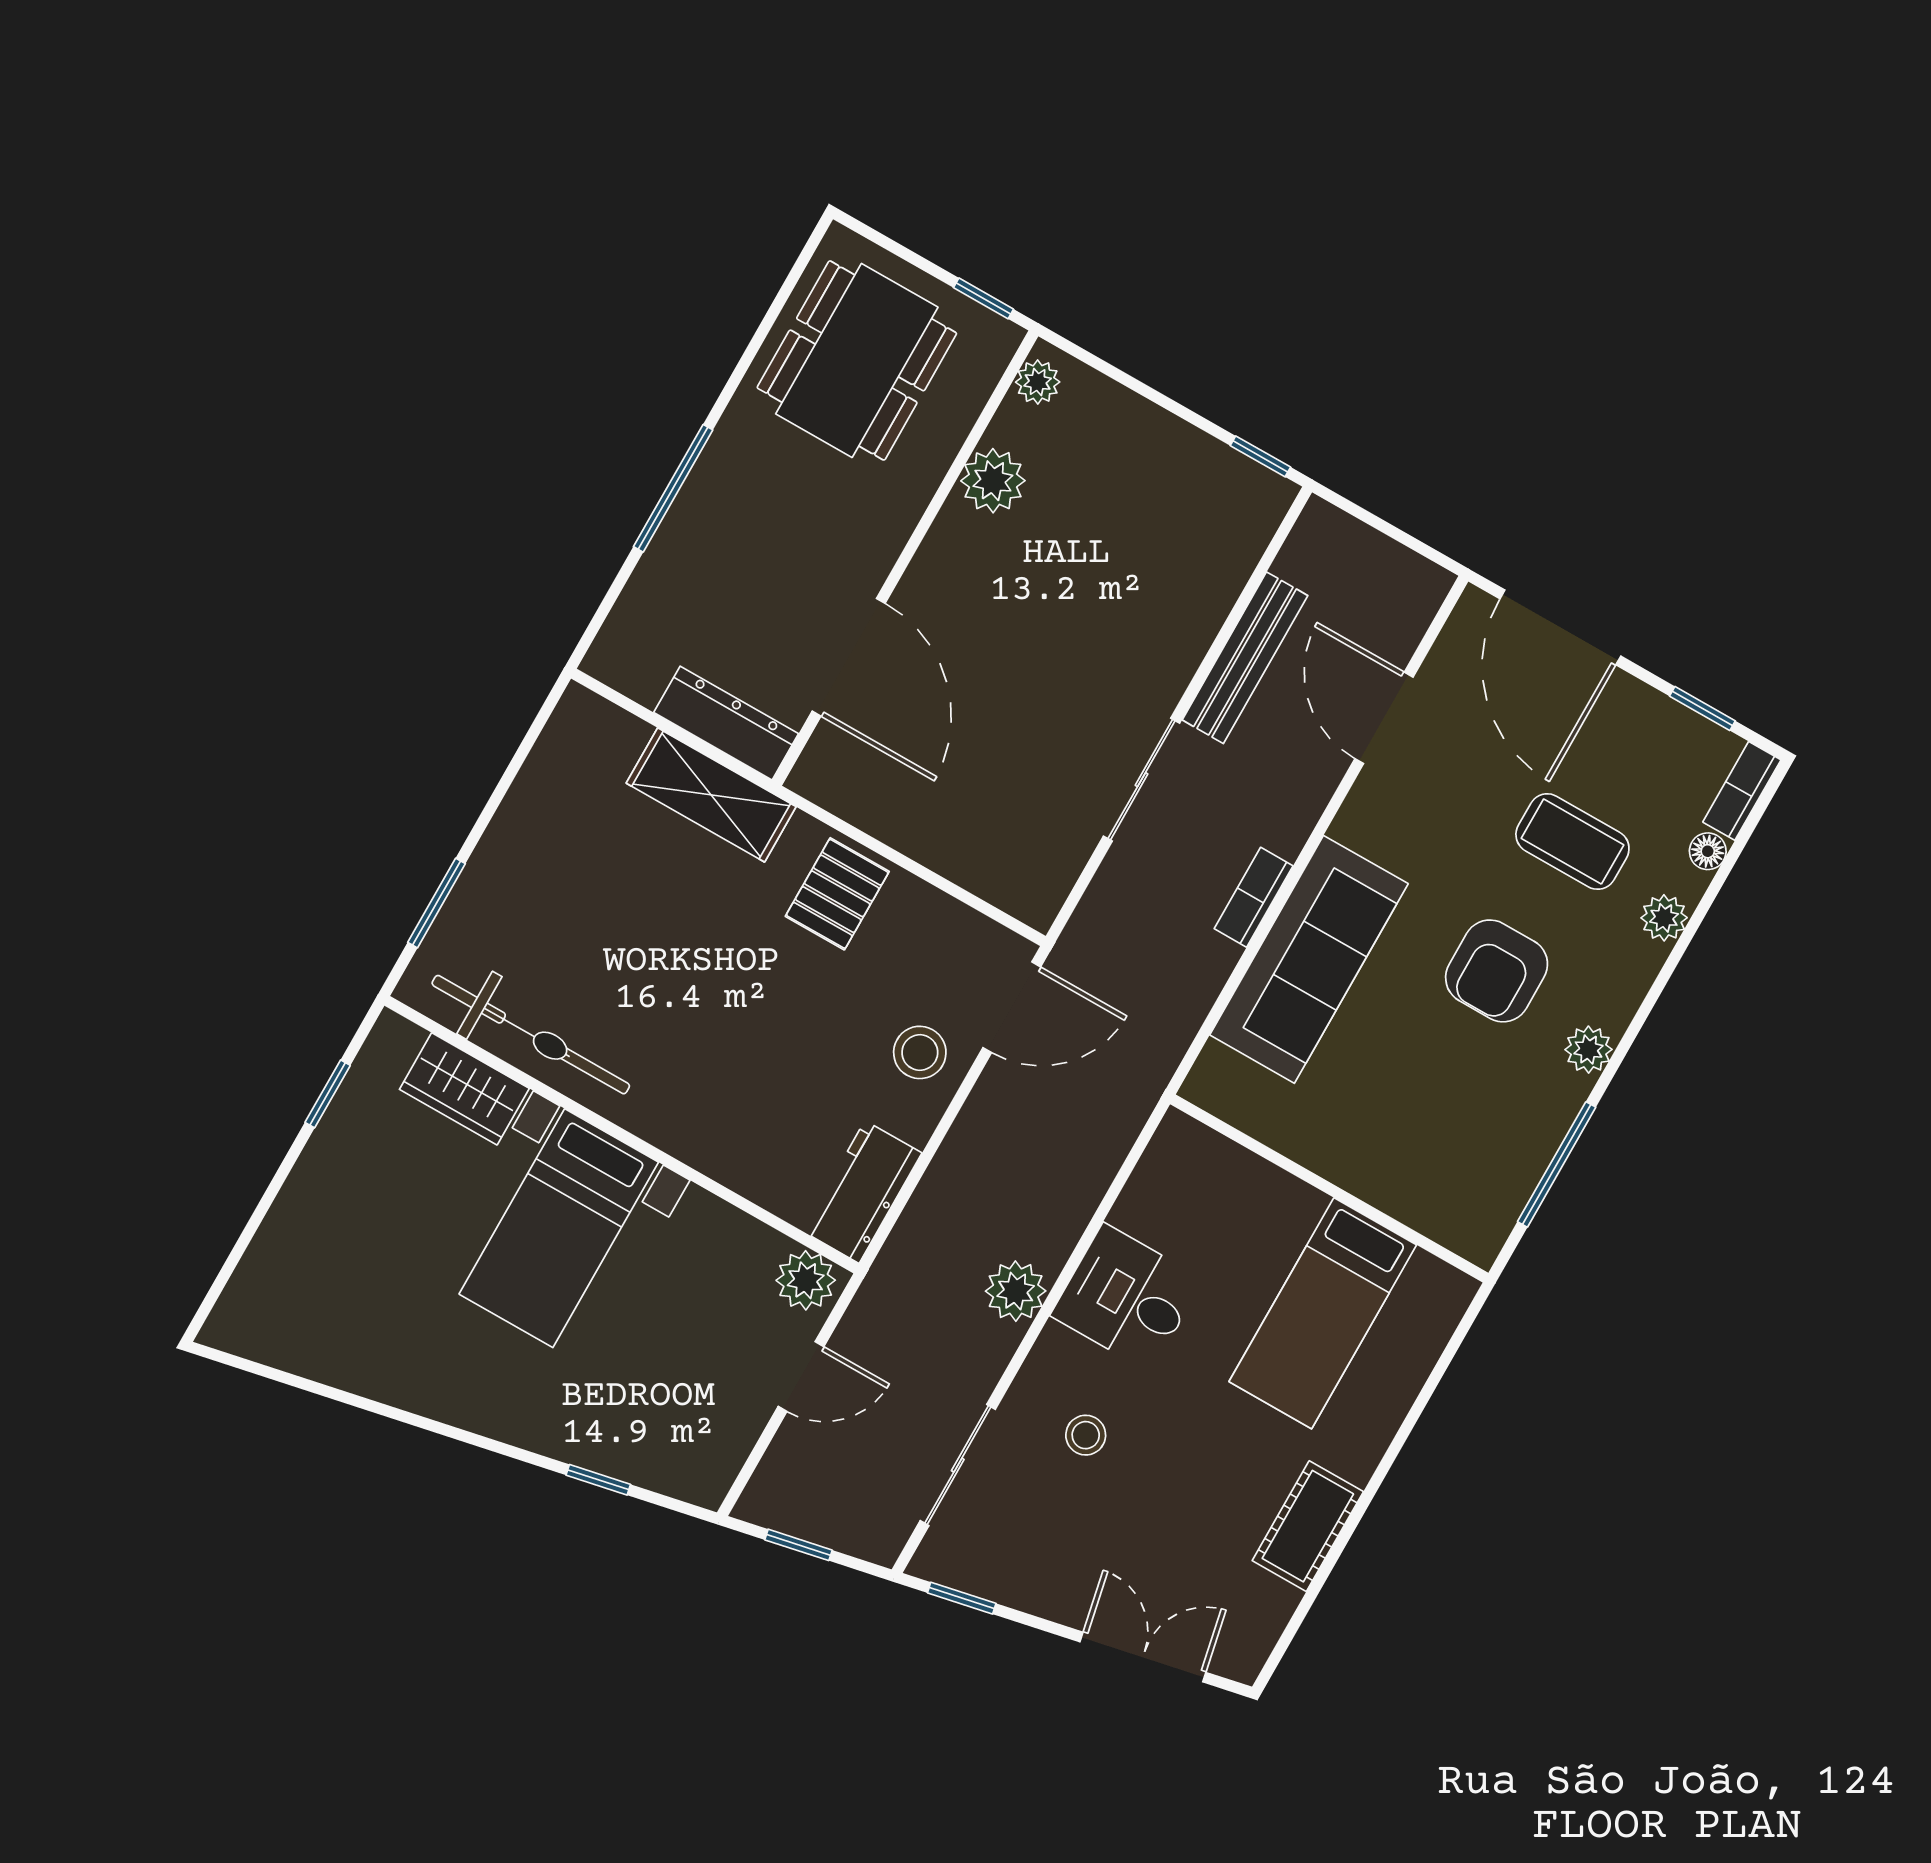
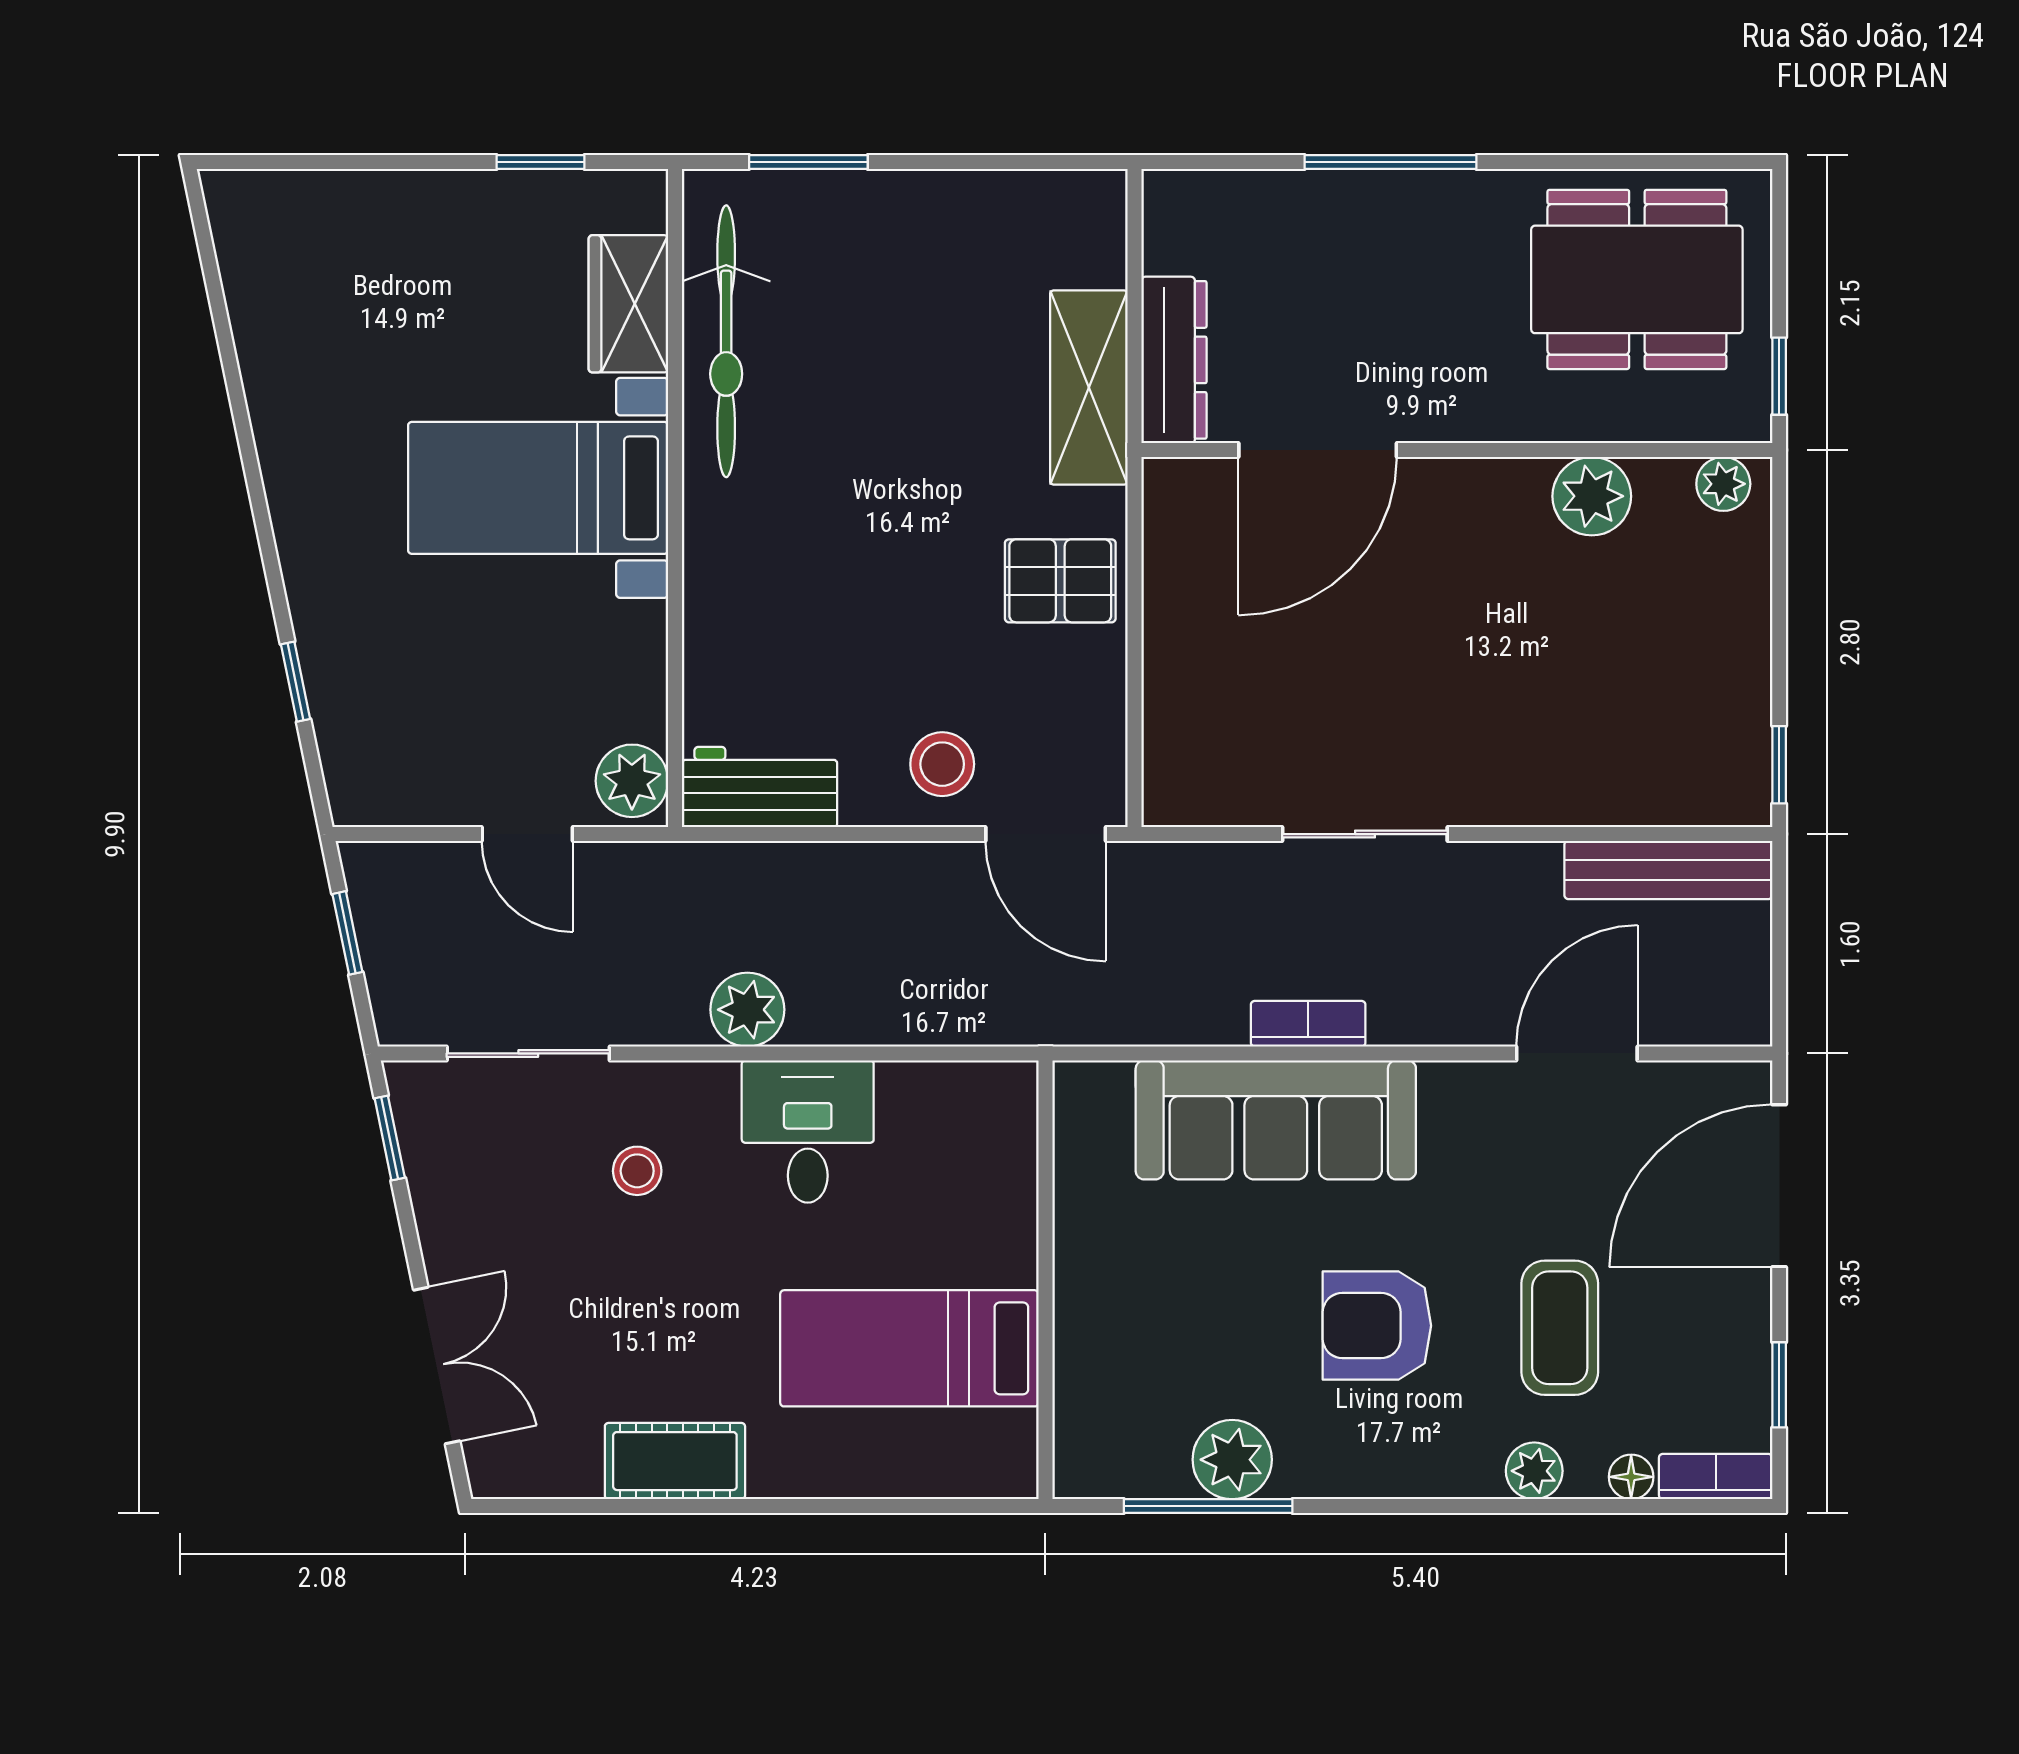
bench: (1245, 658) -> (1668, 870), moved
plant: (1589, 1050) -> (1232, 1460), moved, width x1.38, depth x1.38

